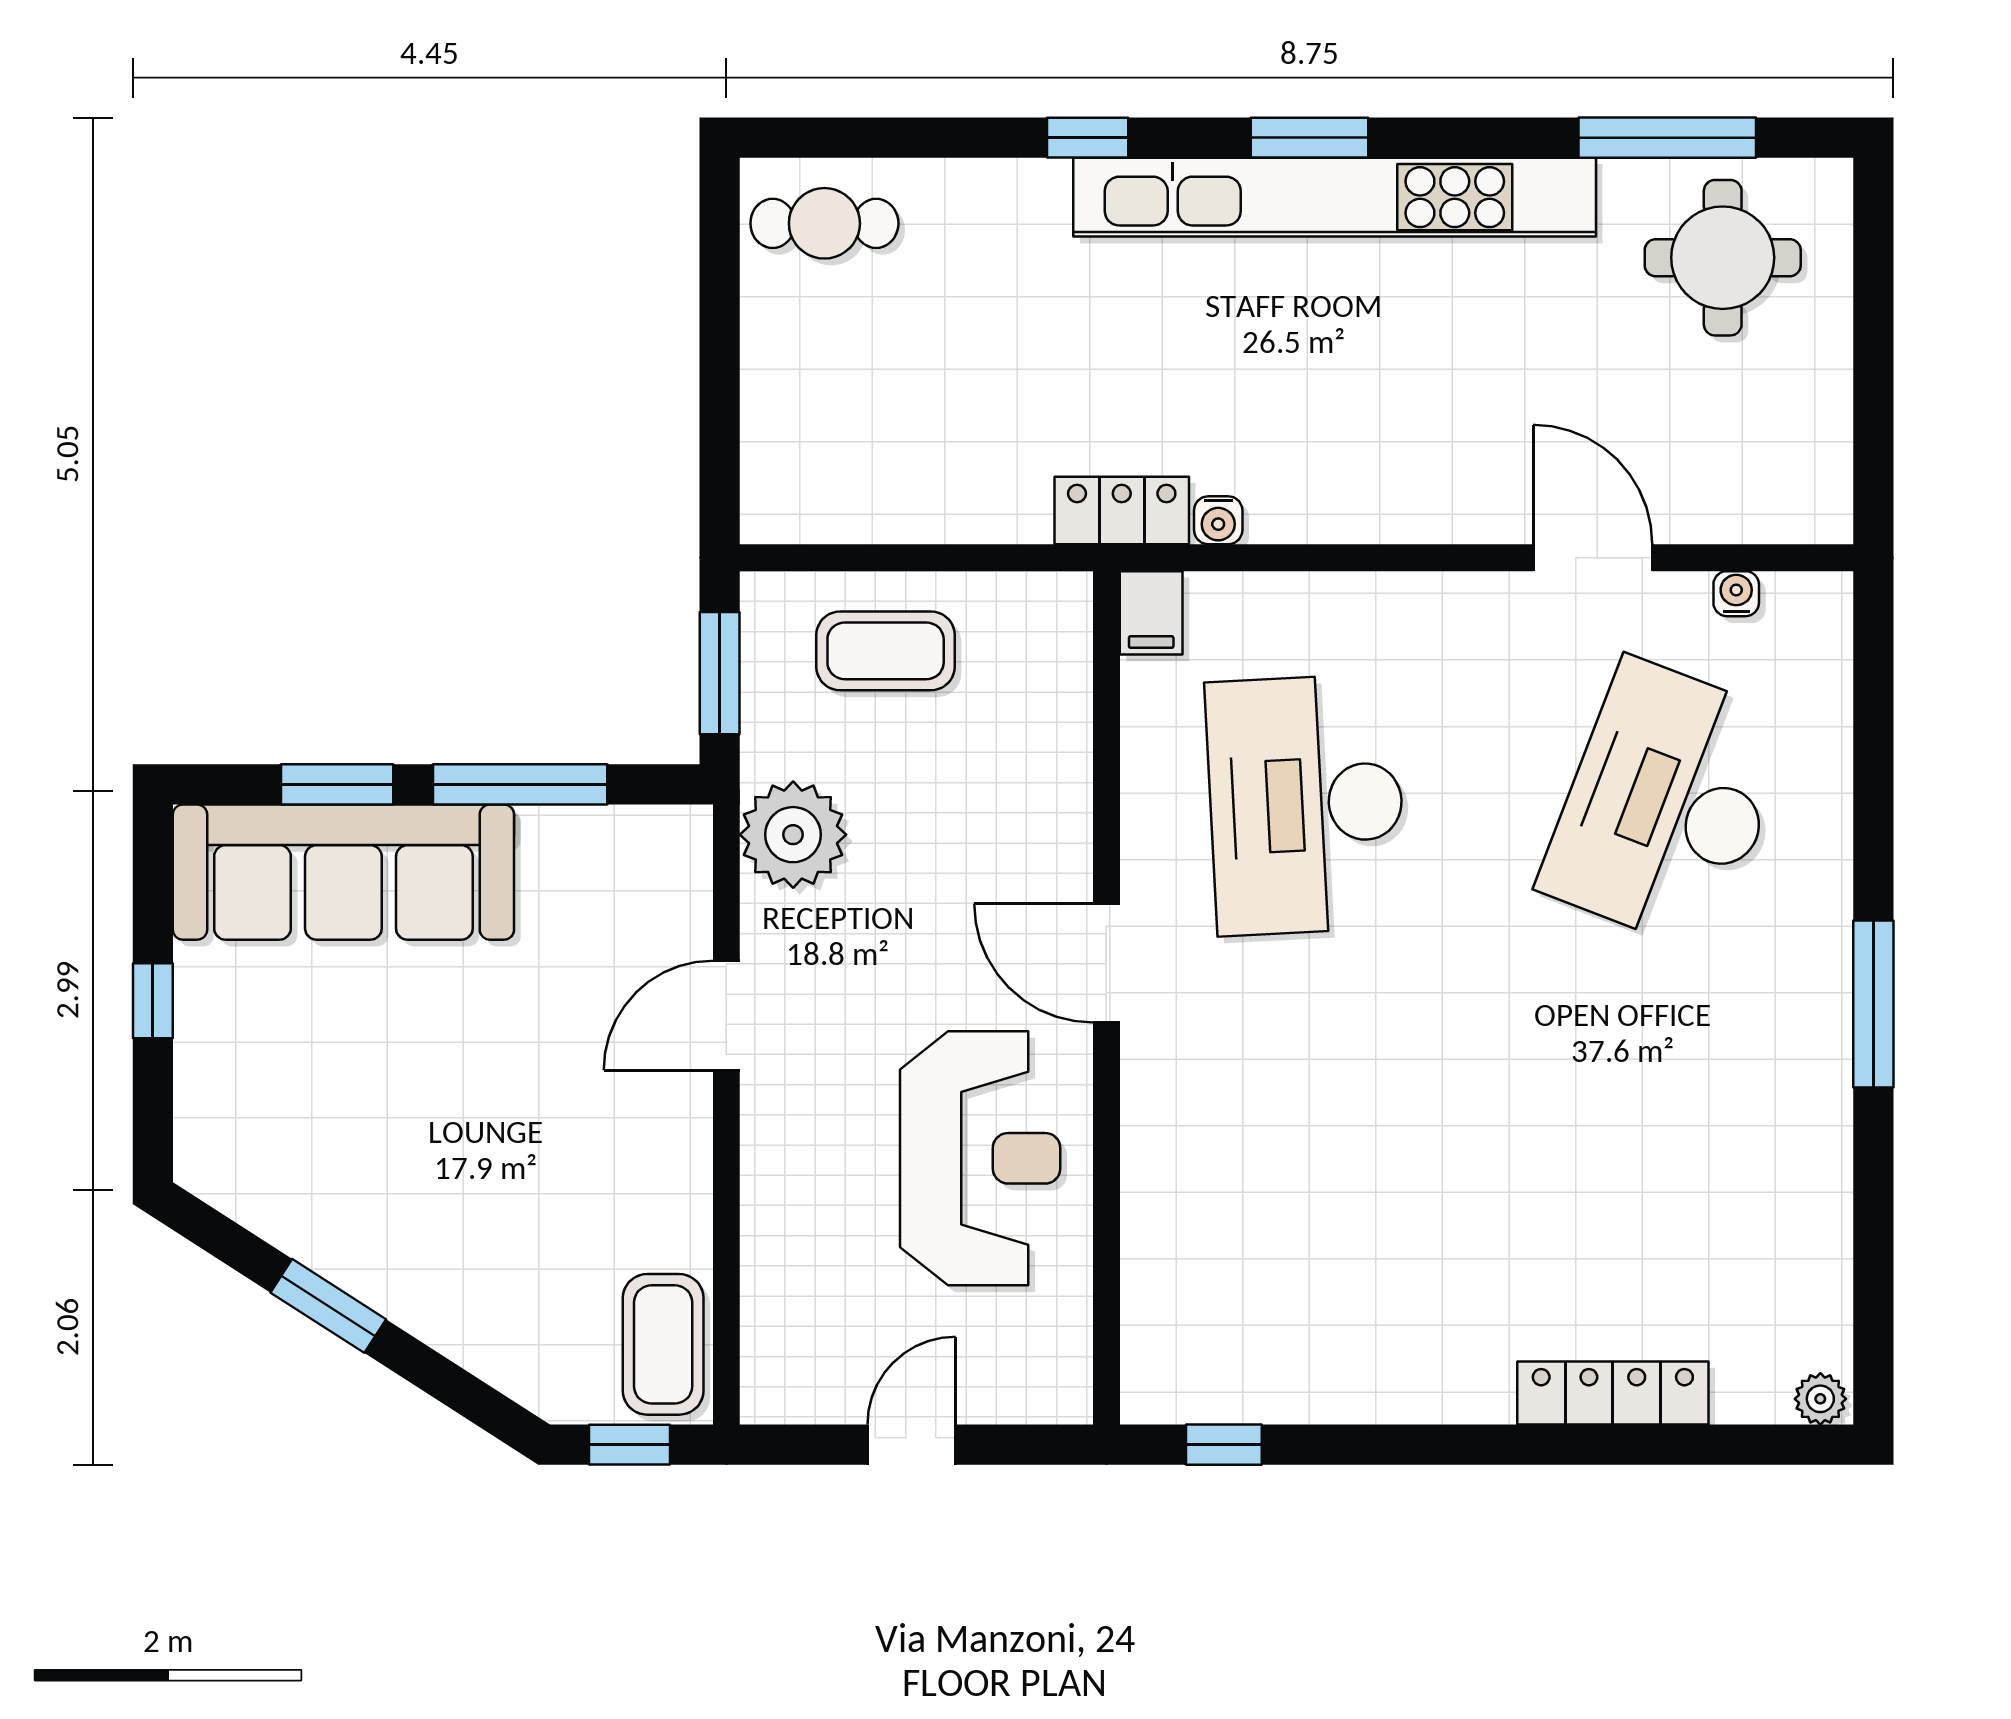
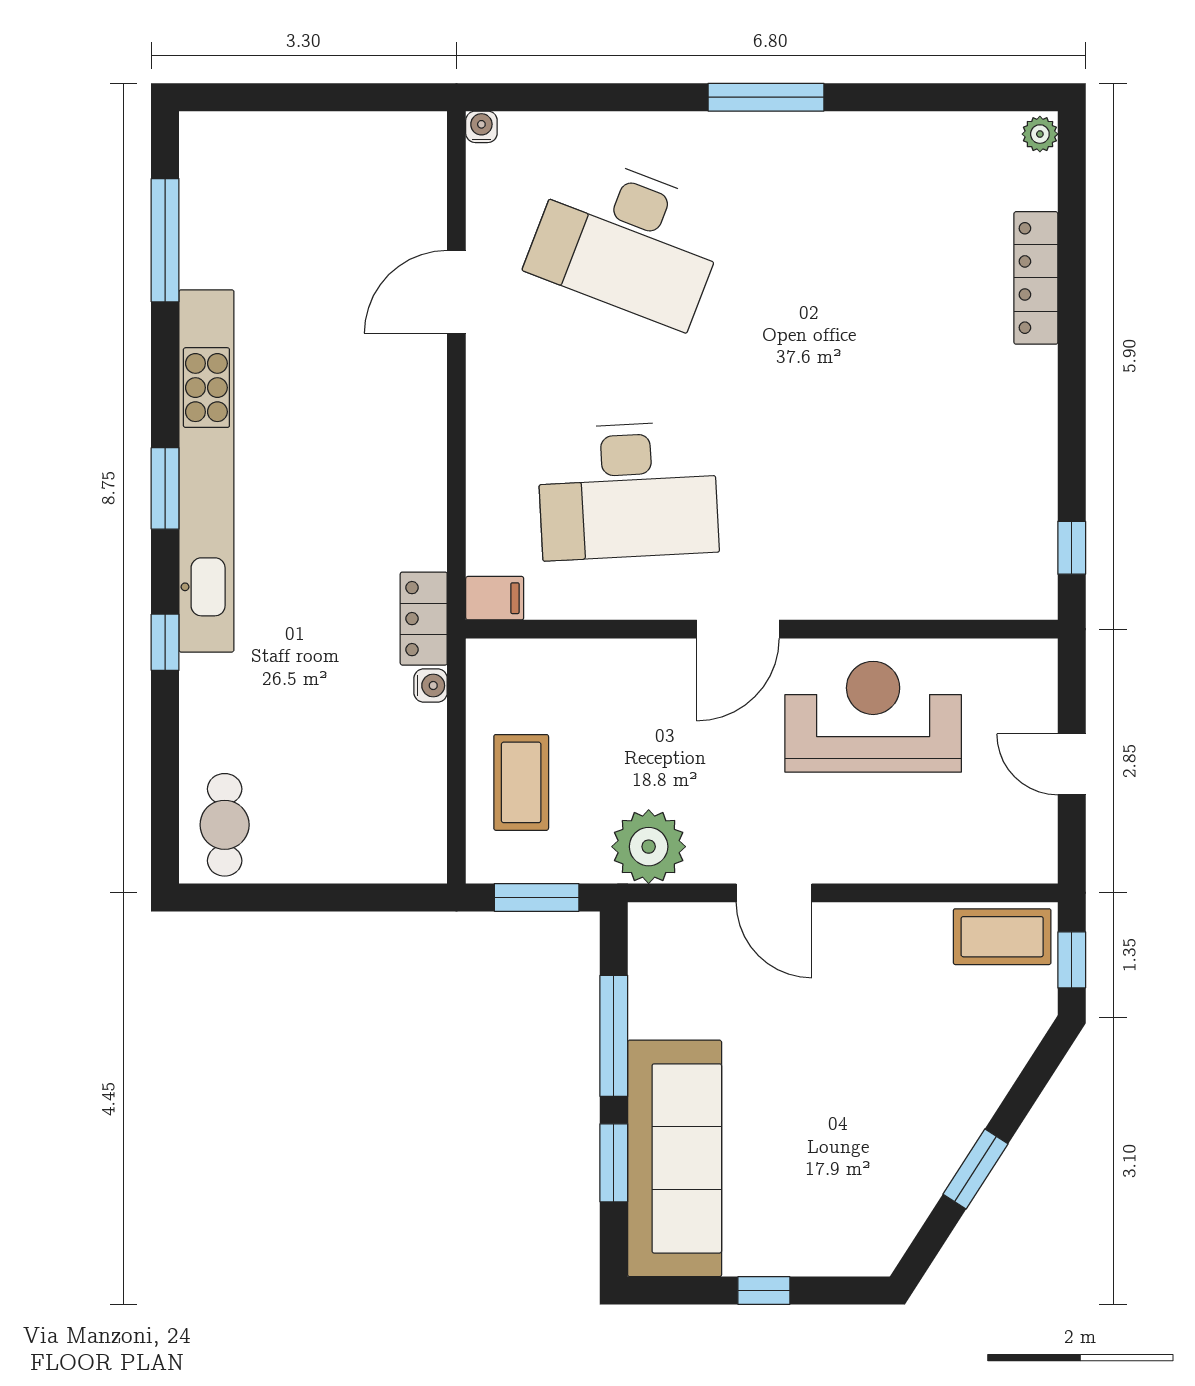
round table: (1723, 258) -> (248, 202), removed
water cooler: (1218, 520) -> (431, 686), moved
water cooler: (1736, 594) -> (481, 127), moved, turned 90

